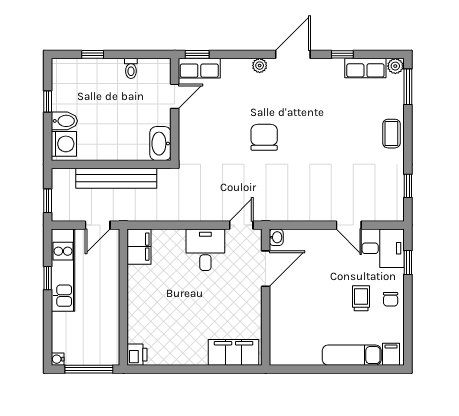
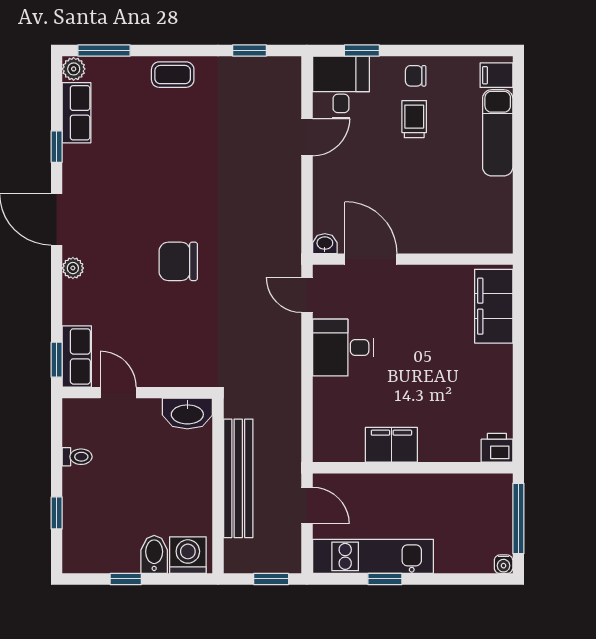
filing cabinet: (139, 247) -> (391, 445), moved
trolley: (361, 298) -> (414, 119), turned 90
chair: (391, 299) -> (416, 76), turned 180

